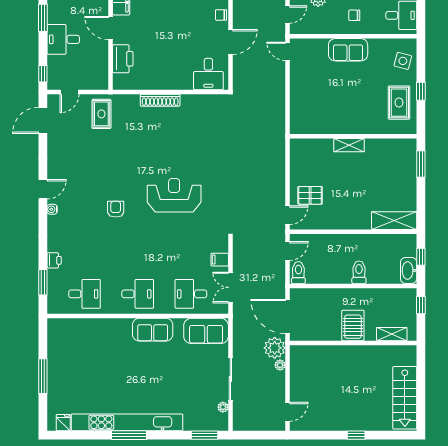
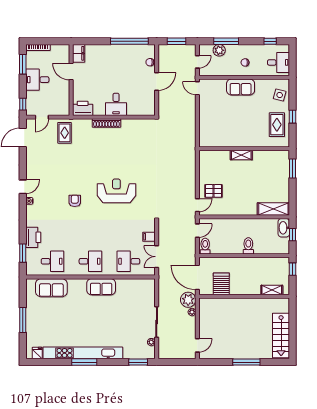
printer: (123, 59) -> (83, 108), moved, turned -90
desk: (208, 74) -> (116, 104), moved
printer: (54, 260) -> (33, 237), width x1.87, depth x1.48
washbasin: (409, 270) -> (284, 228), moved
server rack: (353, 325) -> (221, 284), moved
sofa: (206, 331) -> (51, 288), moved
window: (356, 435) -> (246, 362), width x2.17

